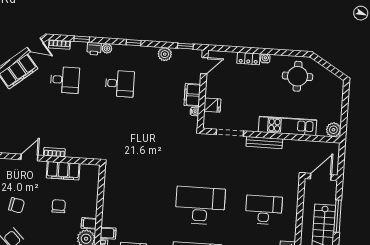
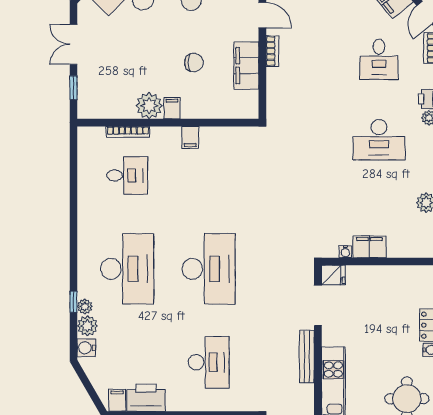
door: (204, 66) -> (413, 261), removed
desk: (120, 84) -> (379, 140), width x1.37
fridge: (212, 105) -> (333, 275), moved, turned -90
filing cabinet: (108, 233) -> (190, 137), moved

